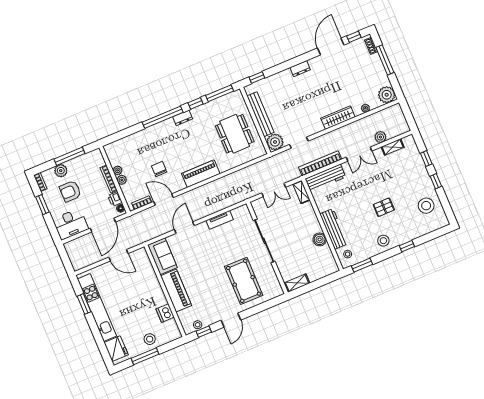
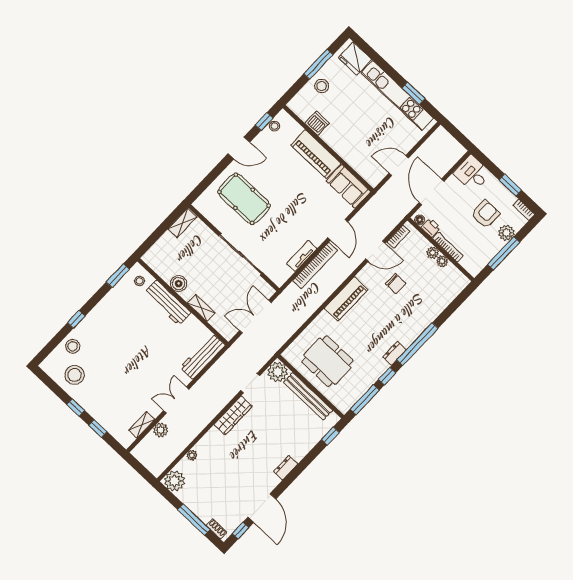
wardrobe: (338, 118) -> (233, 415), moved
bookcase: (320, 163) -> (315, 266), moved
double door: (274, 190) -> (255, 317), width x1.37
shelving: (301, 192) -> (201, 308), moved
pallet: (384, 207) -> (122, 352), removed
desk: (70, 224) -> (472, 173), width x0.73
stool: (383, 241) -> (73, 346), moved
door: (231, 320) -> (239, 148), swing flipped

